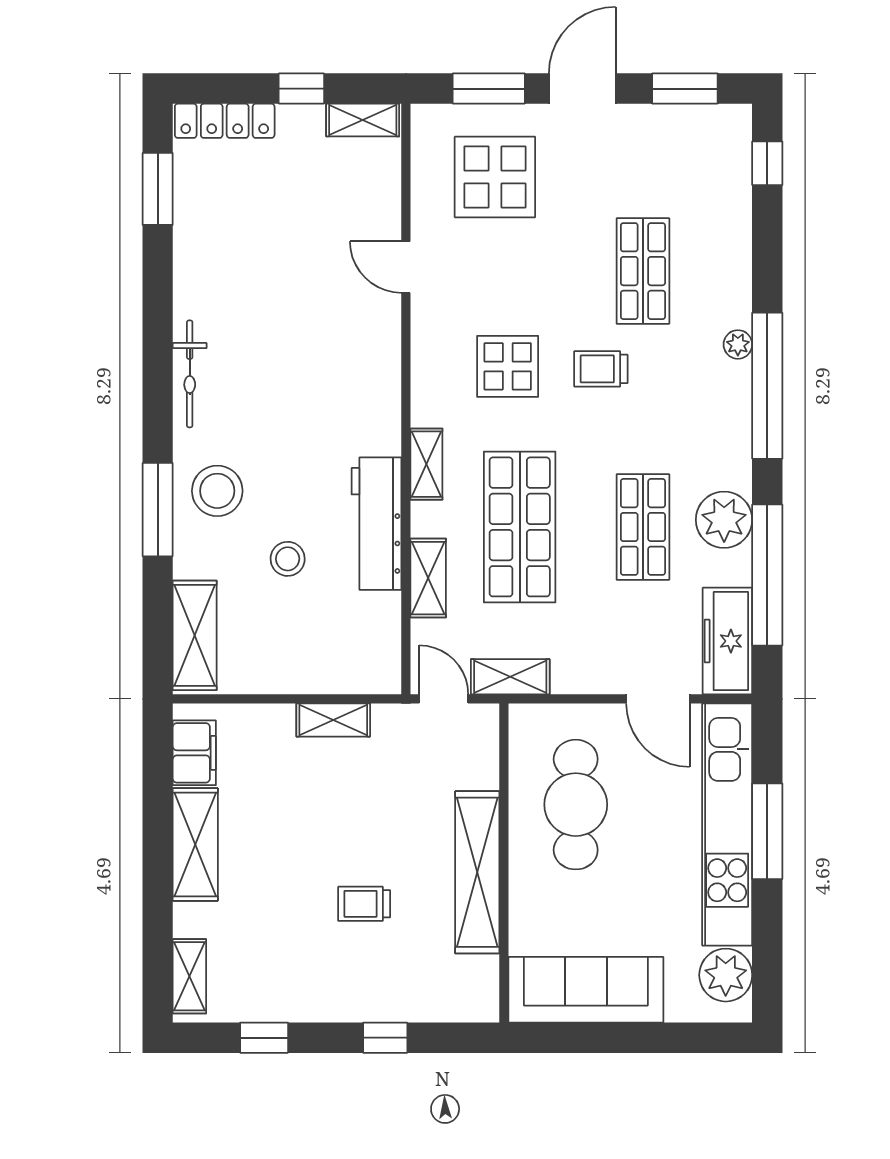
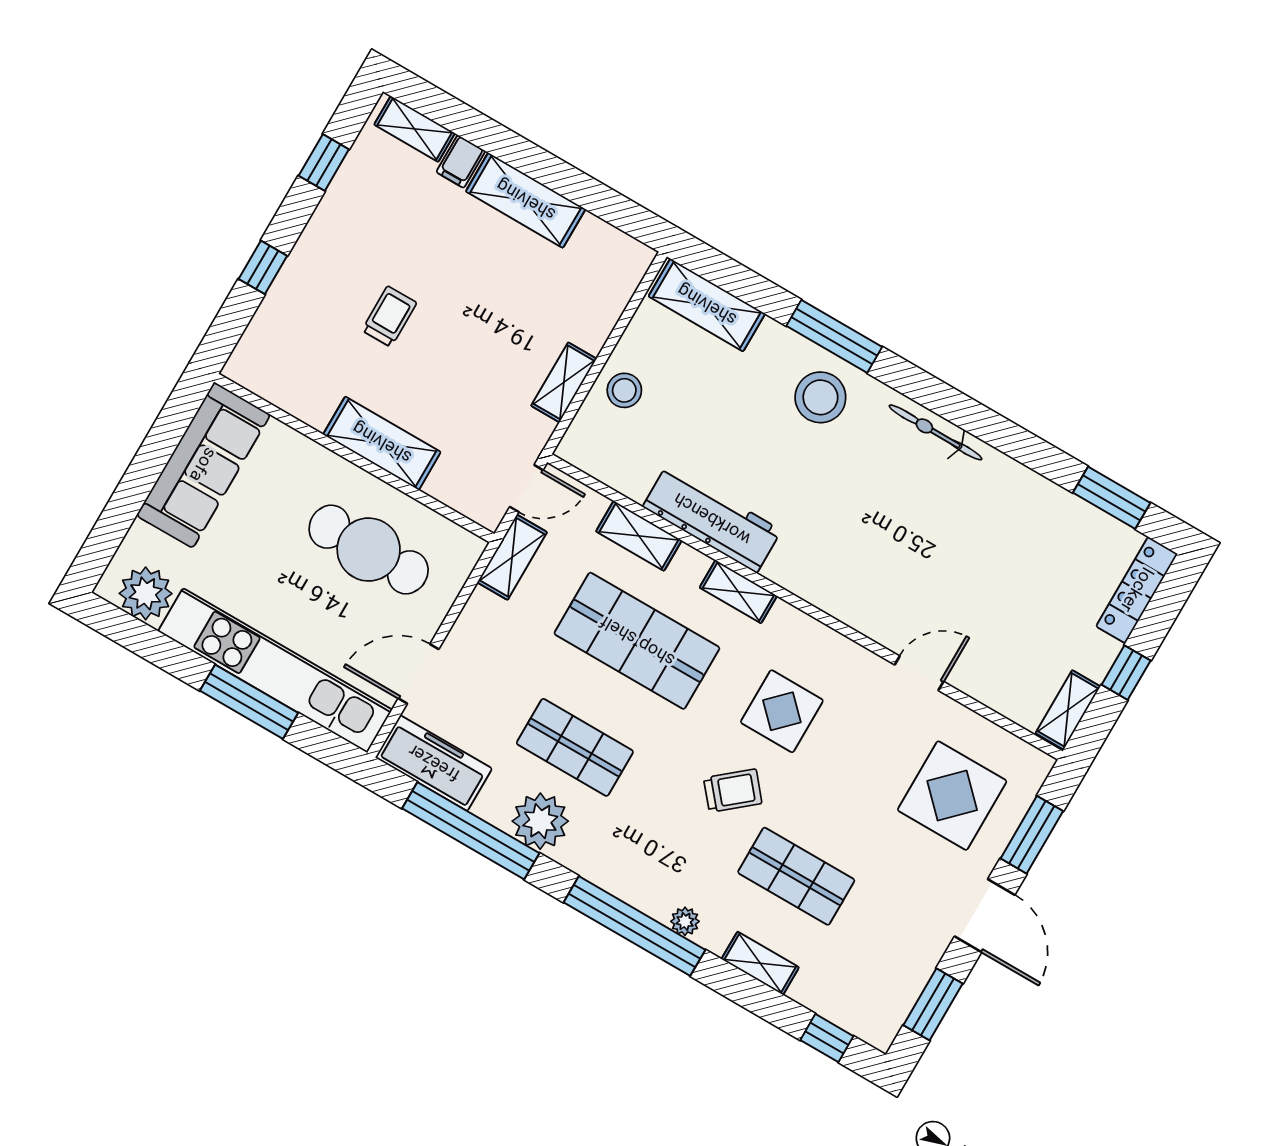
shelving: (736, 258) -> (760, 963), added
trolley: (601, 369) -> (733, 791), turned 50
stool: (288, 559) -> (624, 390), moved
filing cabinet: (194, 753) -> (461, 161), moved, width x0.50
shelving: (477, 872) -> (382, 443), width x0.68

